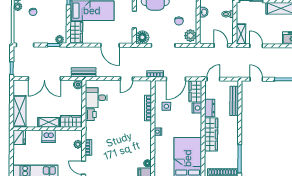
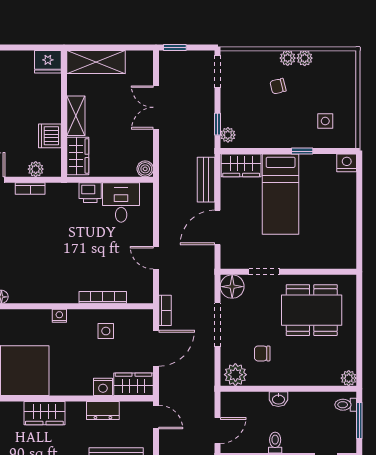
bench: (84, 72) -> (206, 180), moved
double door: (44, 78) -> (156, 107), width x0.73
door: (176, 79) -> (156, 348), swing flipped
wardrobe: (211, 134) -> (44, 413), width x0.67
dishwasher: (49, 136) -> (50, 136), moved

